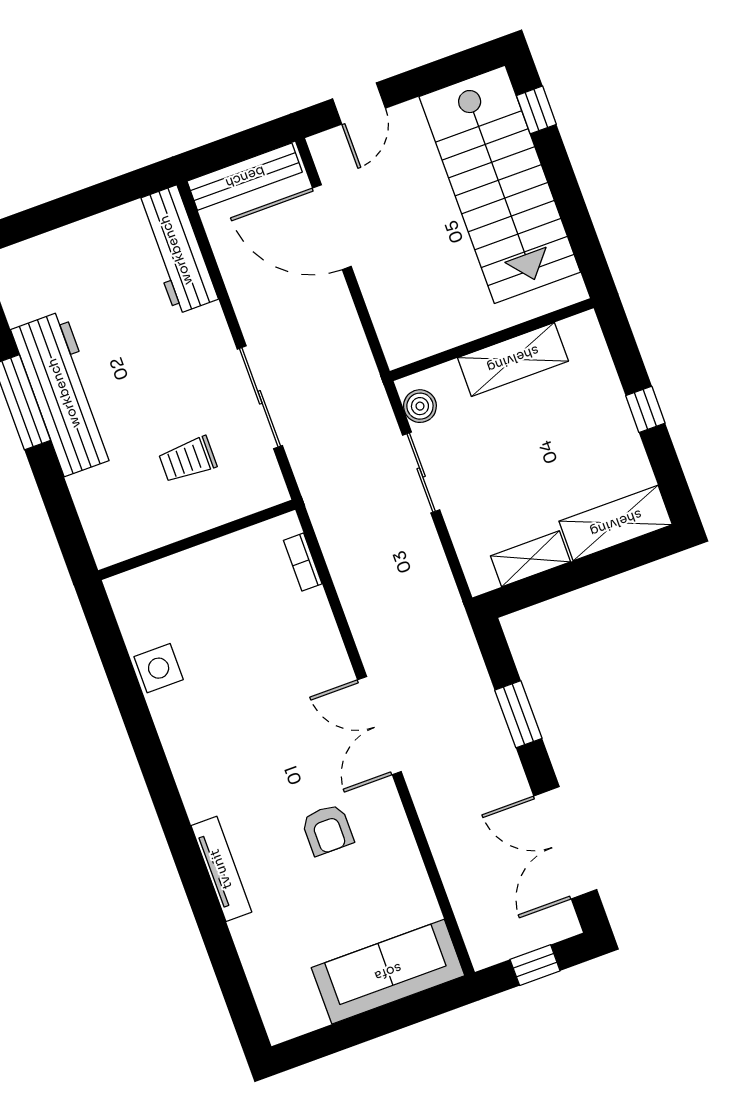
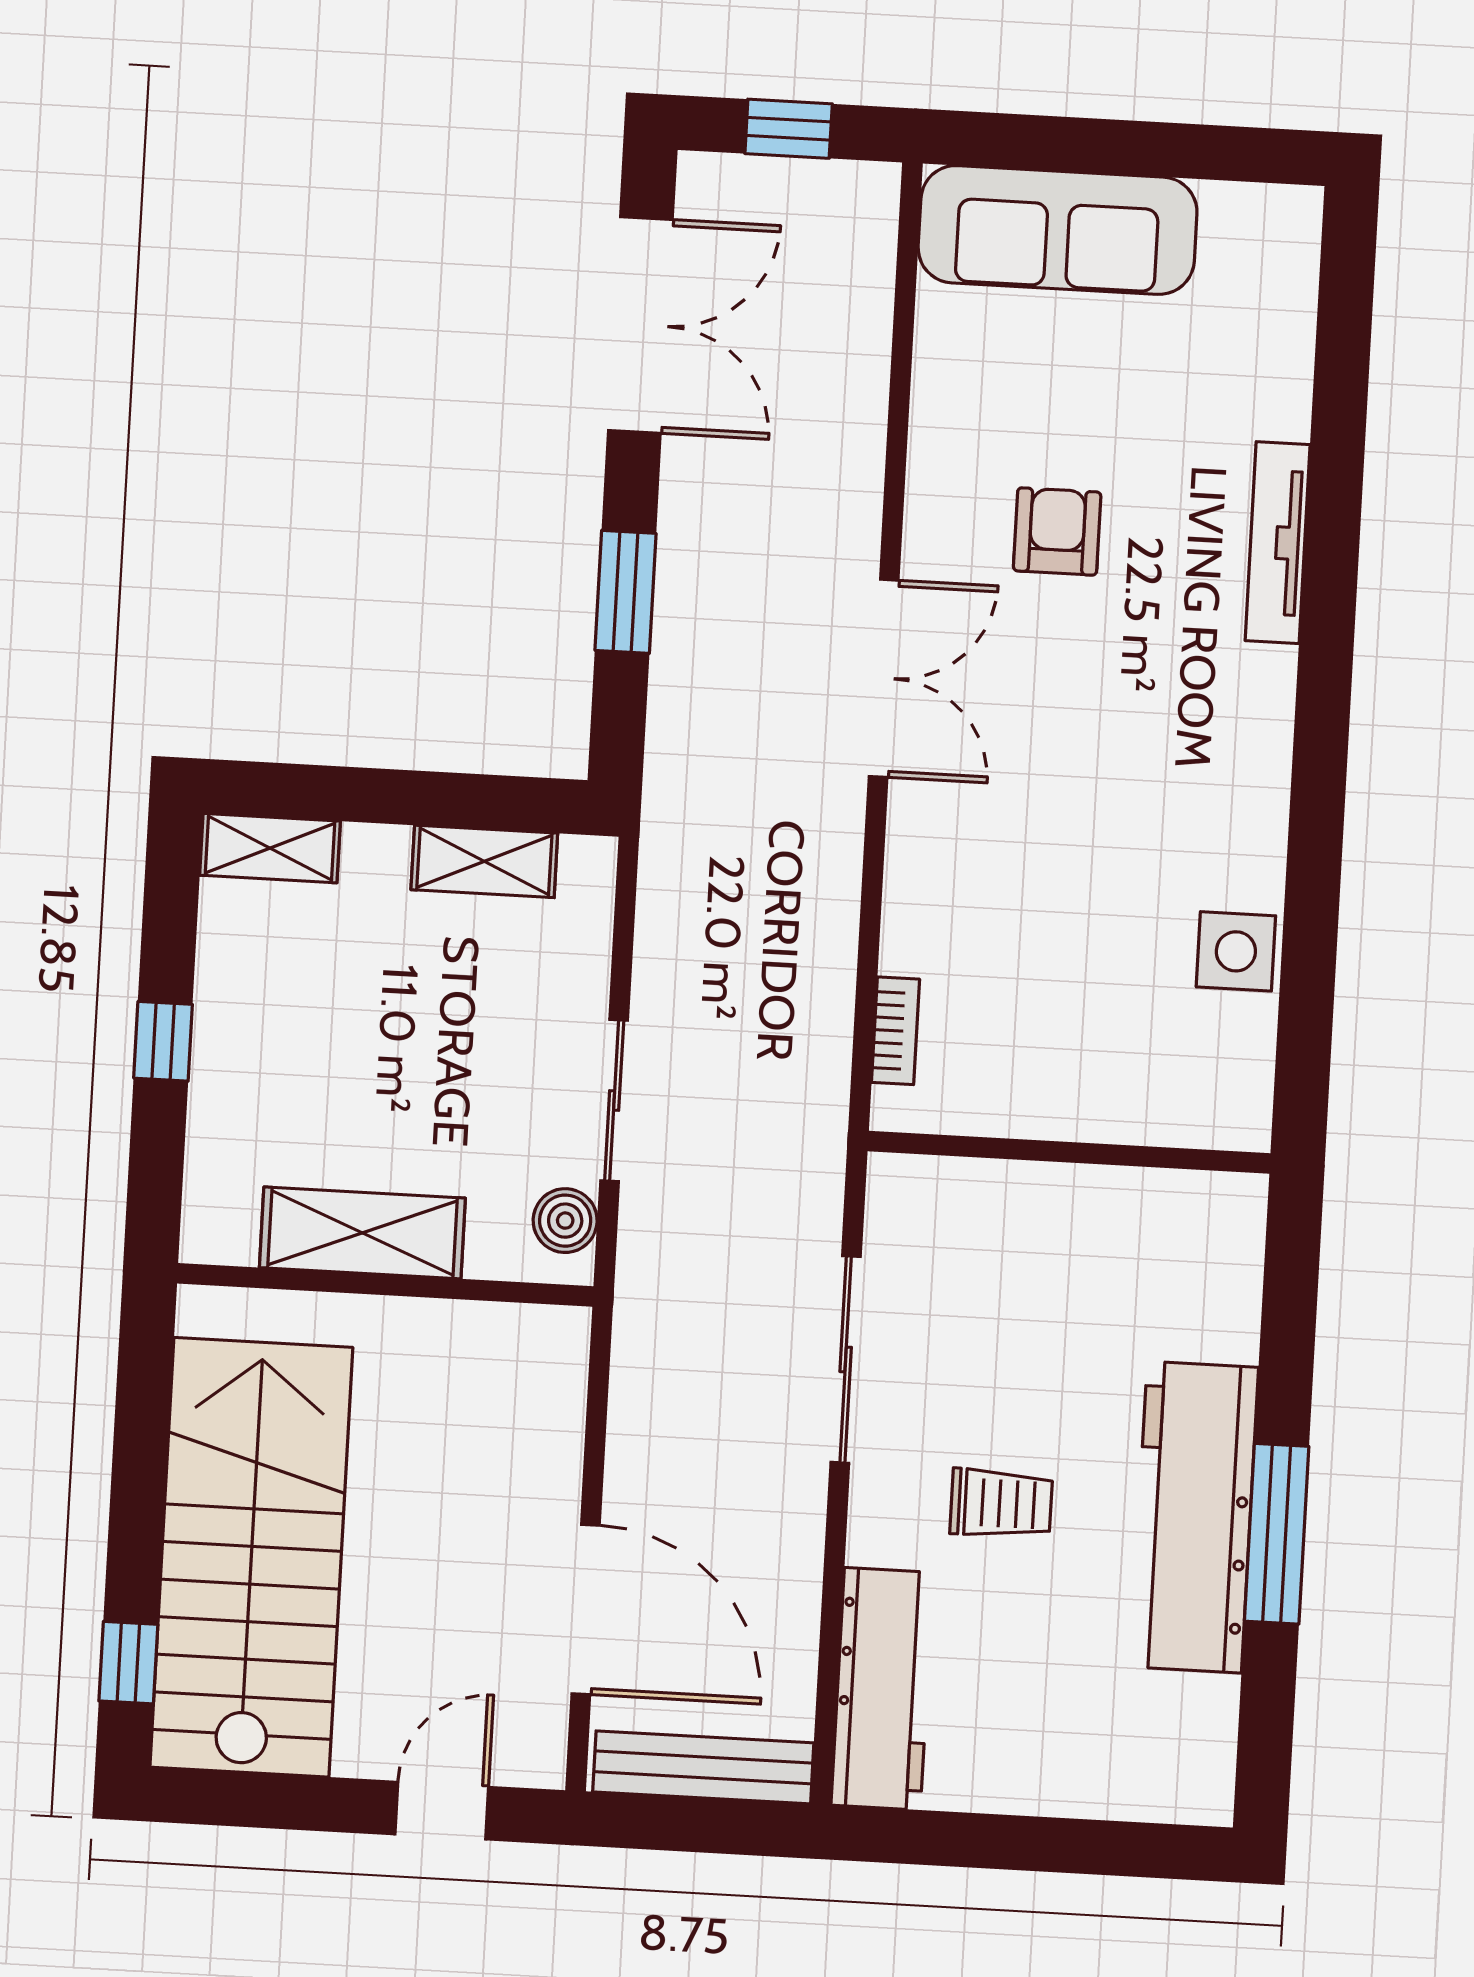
trolley: (188, 460) -> (1001, 1503), moved
shelving: (616, 523) -> (270, 848), width x0.67, depth x0.75

